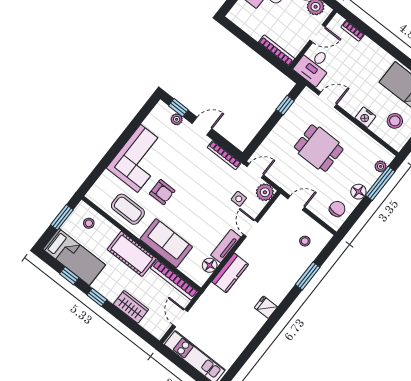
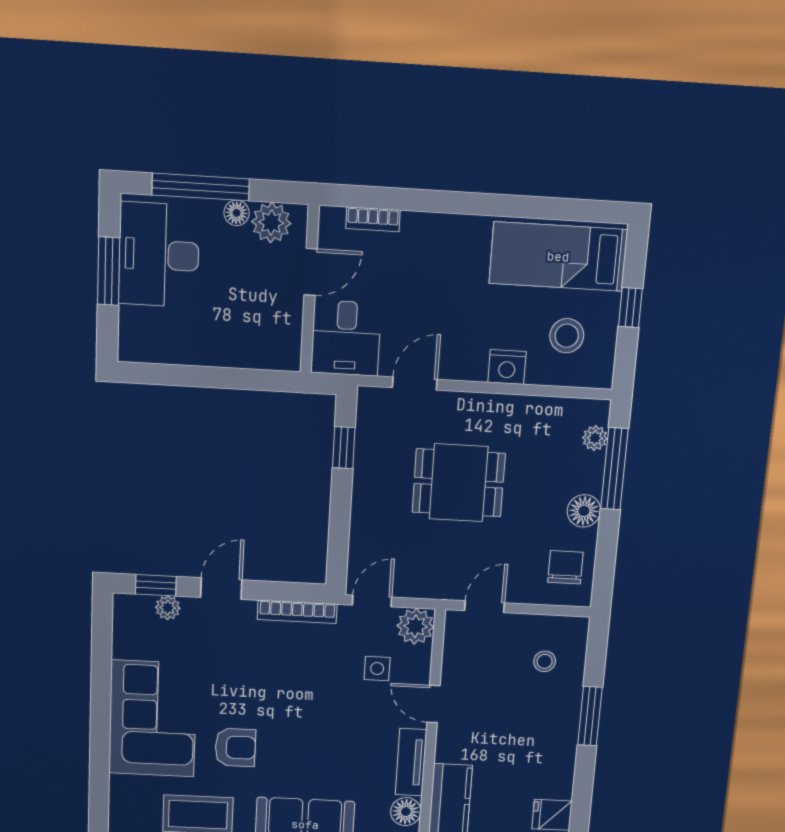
bookcase: (277, 50) -> (257, 358), removed

